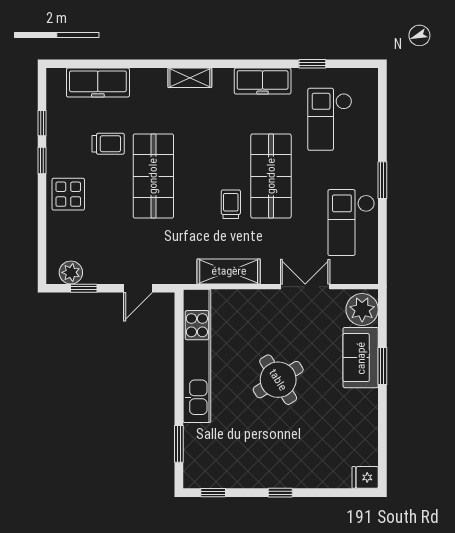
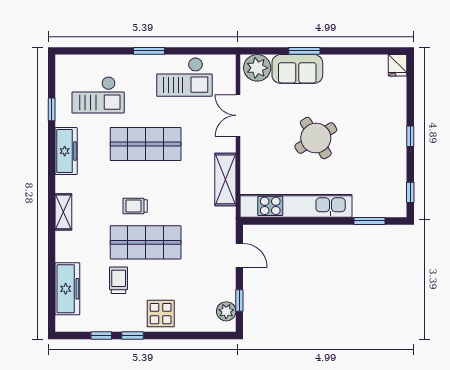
trolley: (231, 204) -> (135, 206), moved

